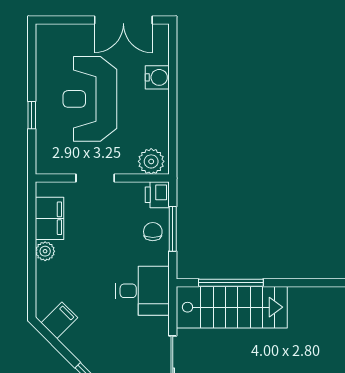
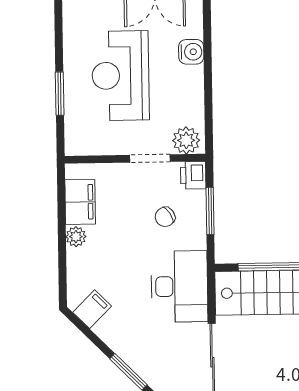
window: (32, 115) -> (60, 94), width x1.50
doorway: (95, 178) -> (150, 158), moved
chair: (153, 232) -> (165, 217), moved, turned -124
desk: (143, 291) -> (179, 286), width x1.37

